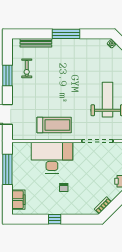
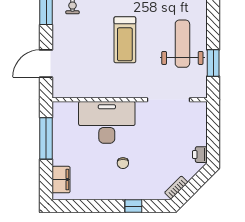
treadmill: (54, 125) -> (125, 40), moved, turned 90
window: (55, 219) -> (133, 206), moved

